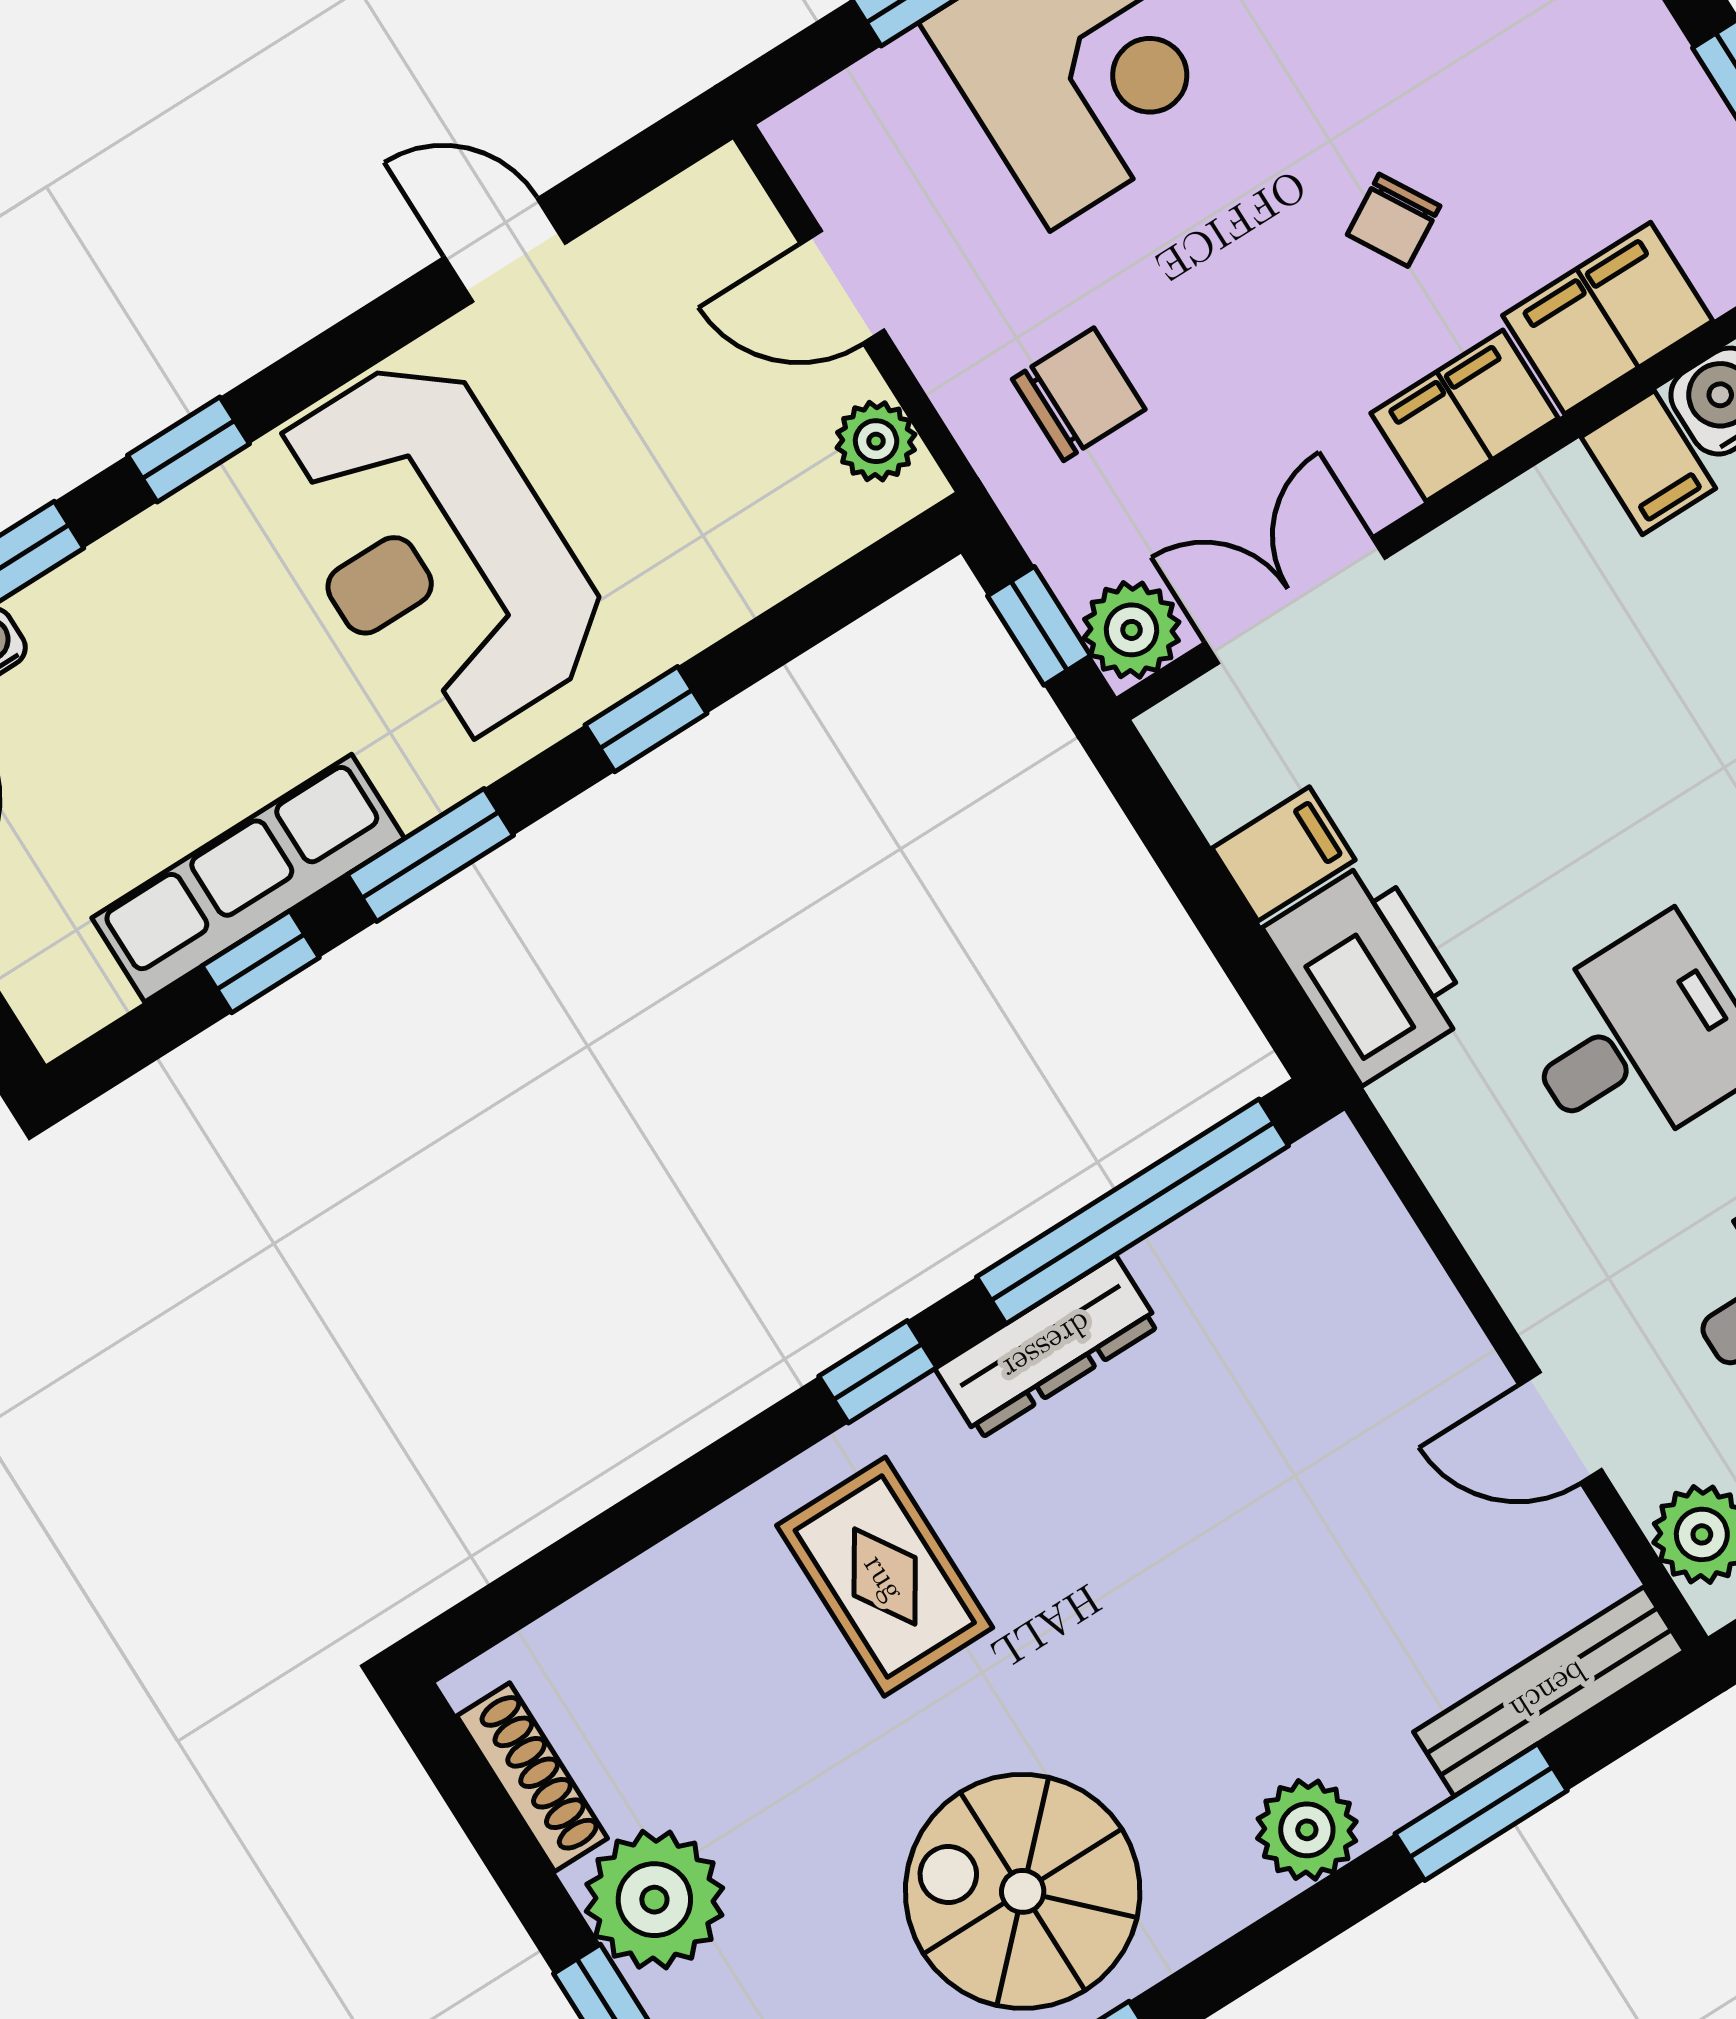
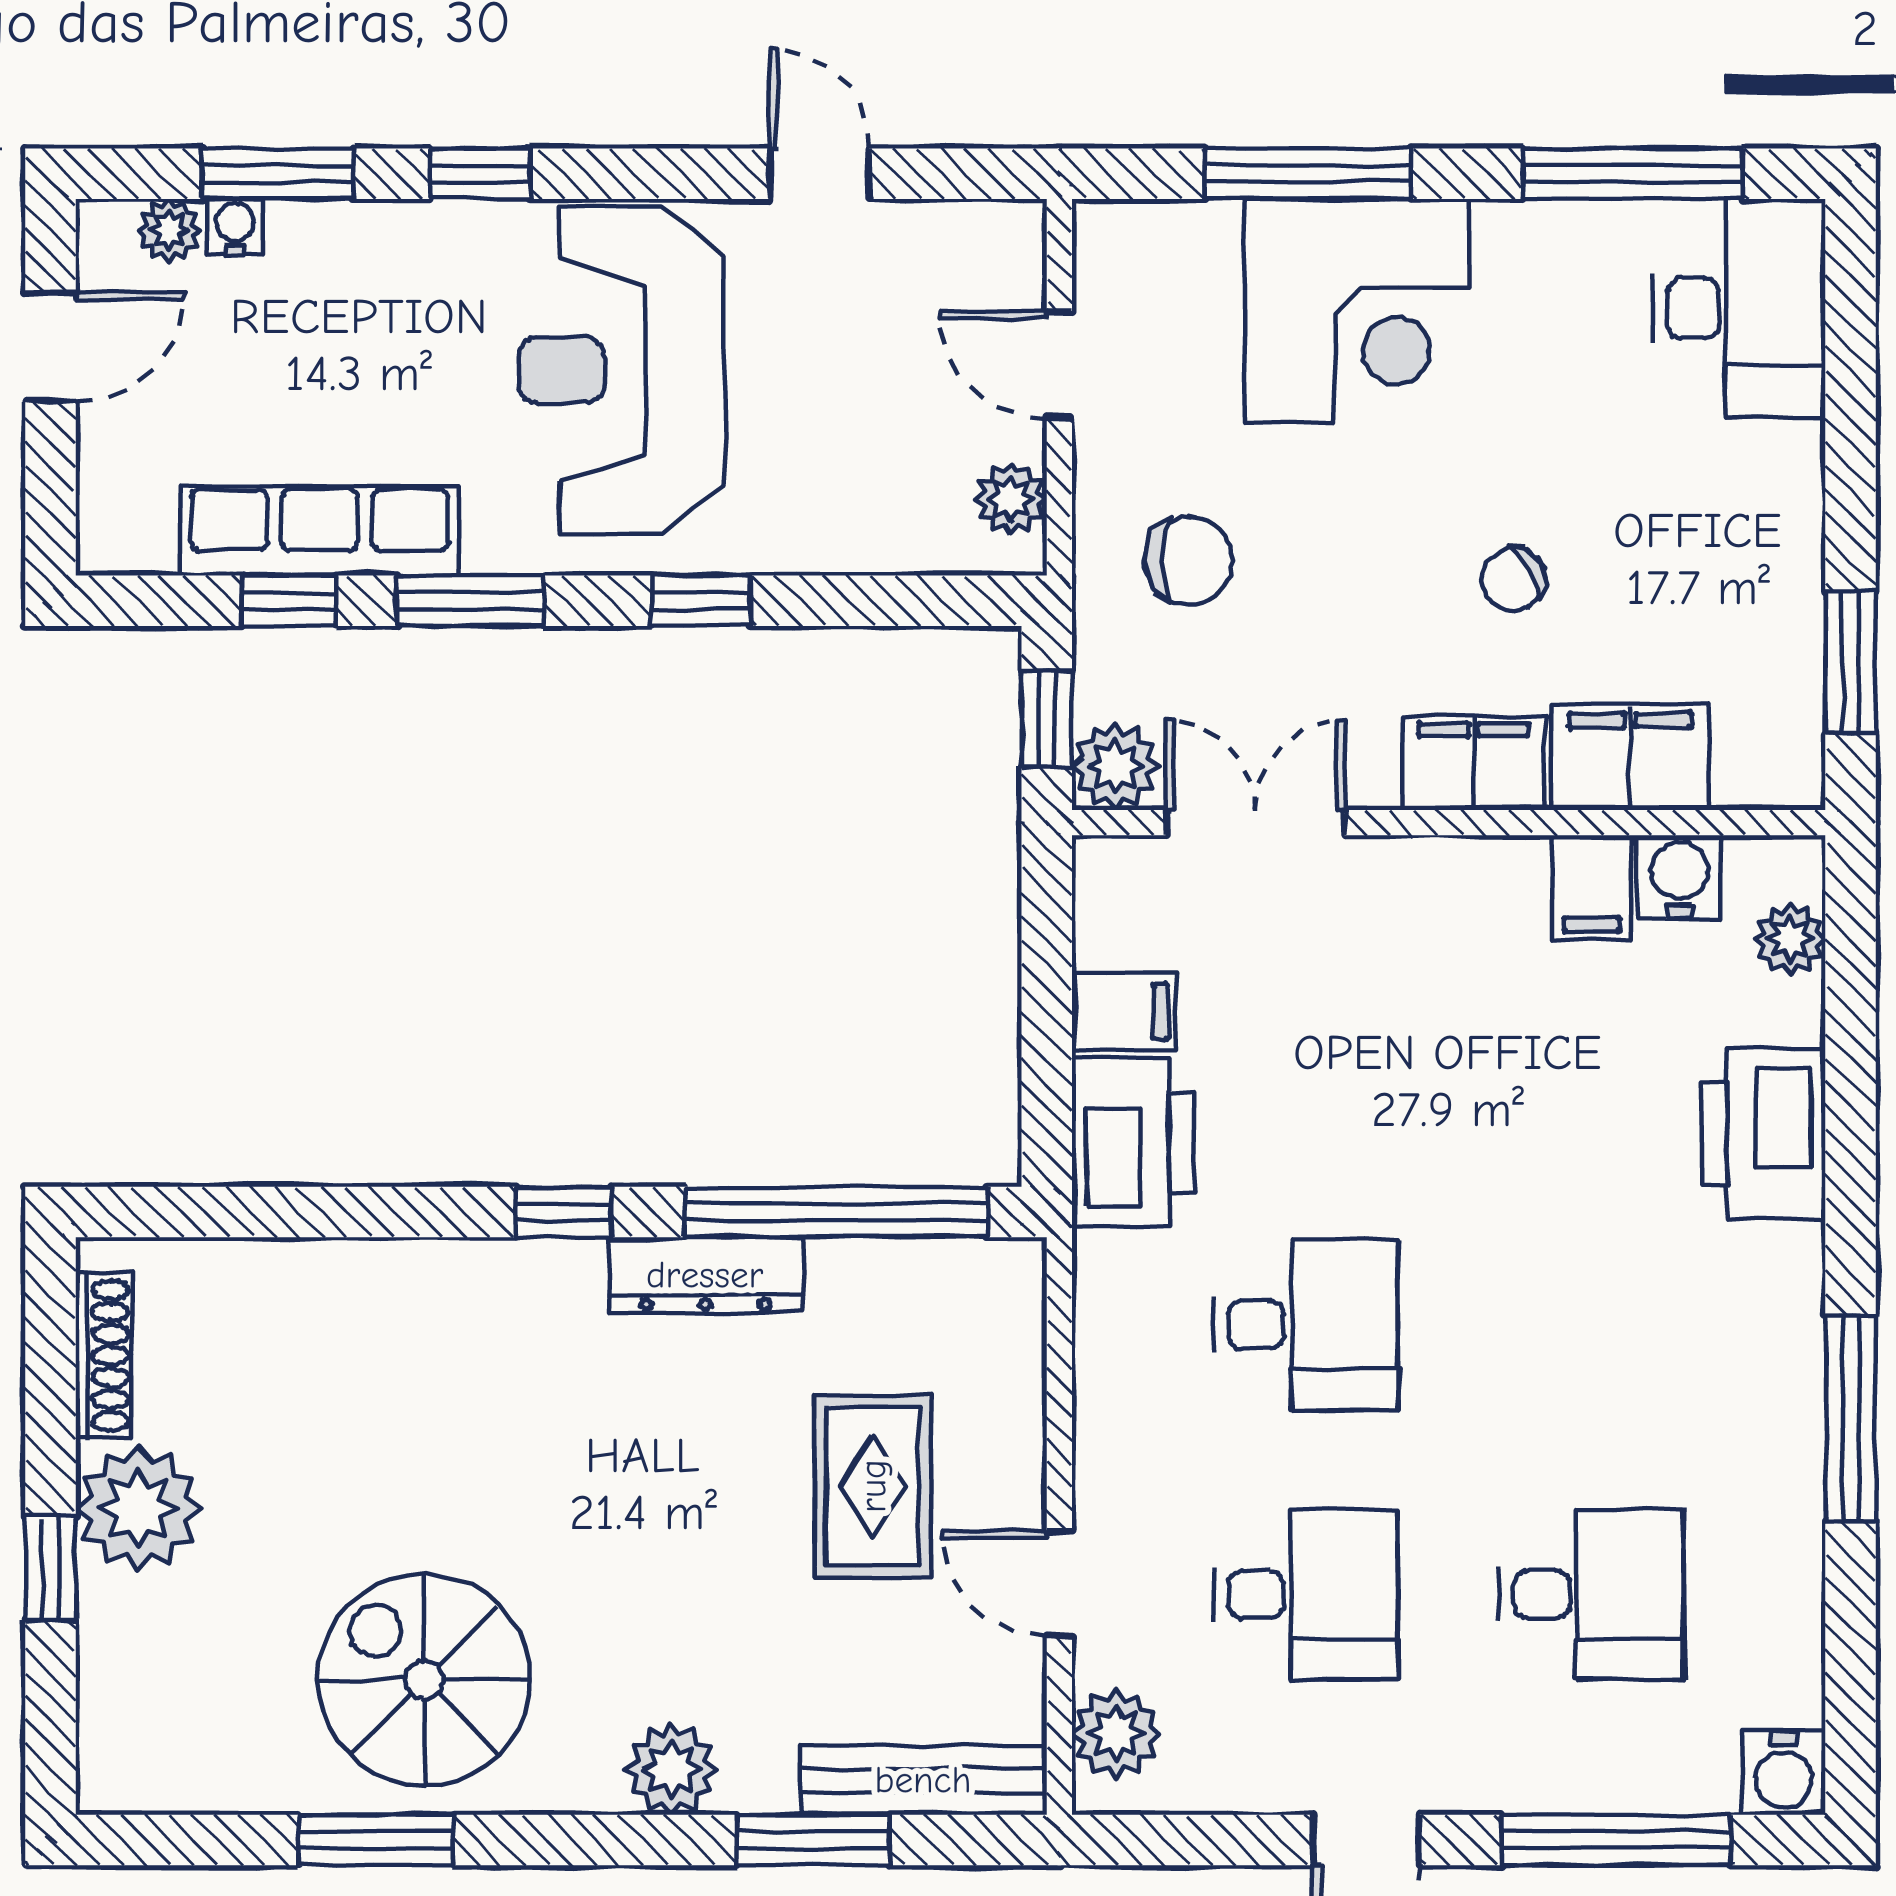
rug: (885, 1577) -> (873, 1486), moved

